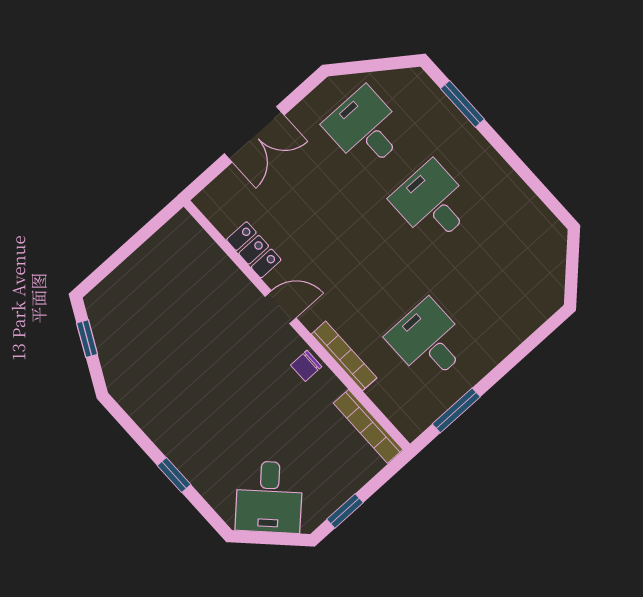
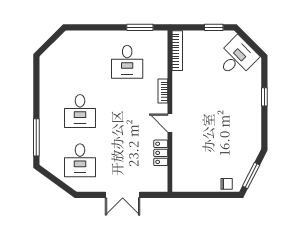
window: (462, 104) -> (36, 137), width x1.44
double door: (254, 134) -> (123, 195), swing flipped
window: (87, 339) -> (251, 175), width x1.50
bookcase: (344, 356) -> (163, 91), width x0.64
chair: (306, 366) -> (227, 184), moved

